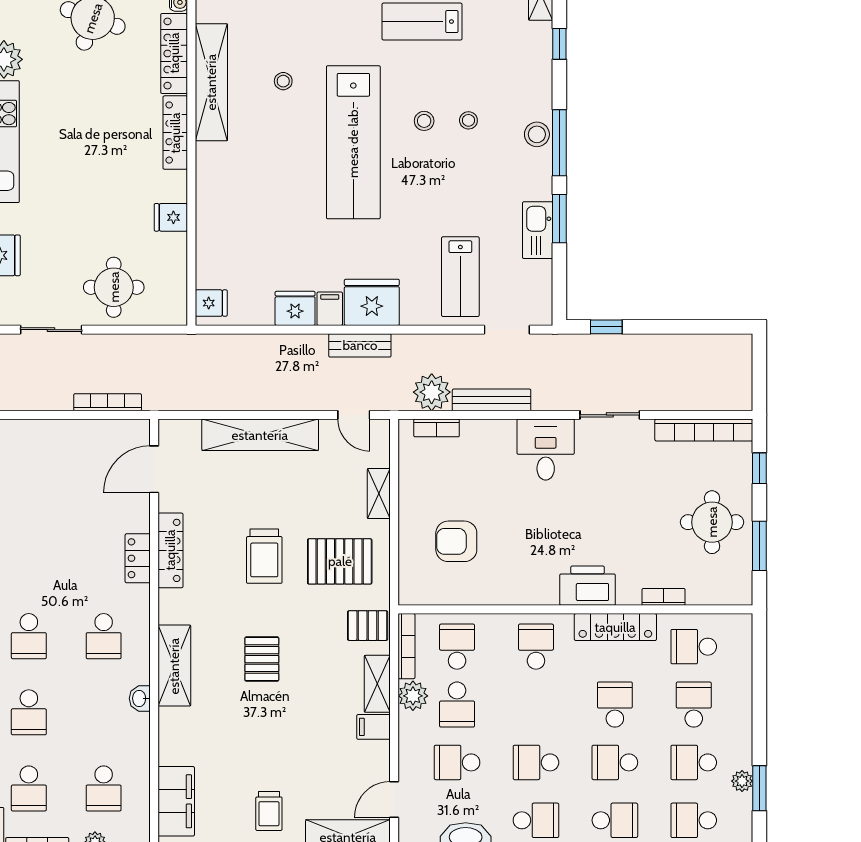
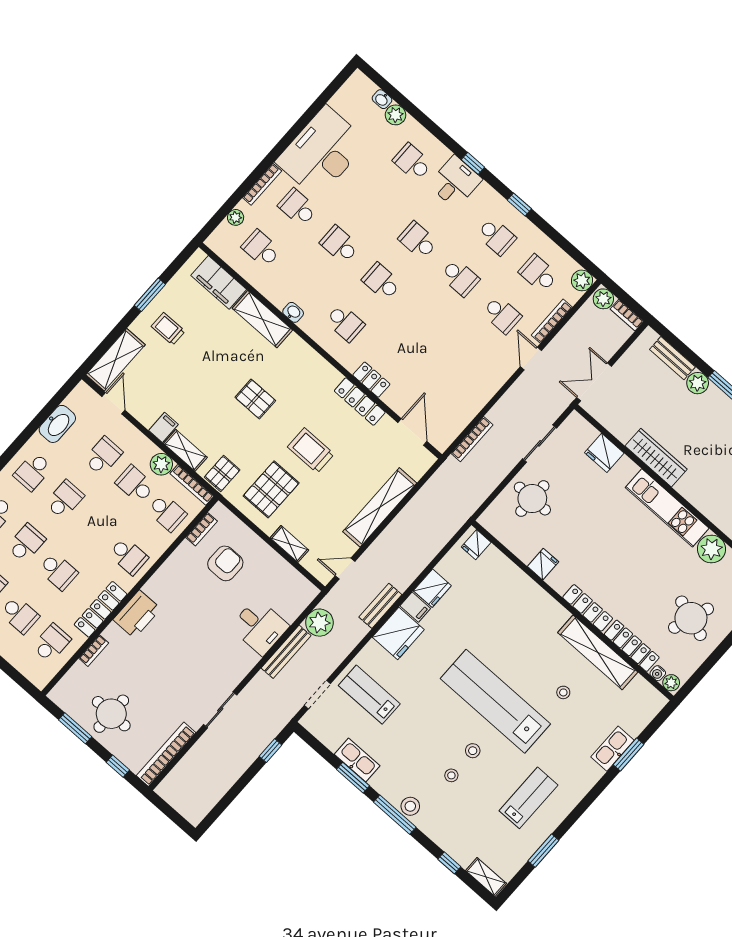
bookcase: (437, 428) -> (202, 529), moved, turned 180
desk: (546, 450) -> (260, 627), moved
school desk: (104, 636) -> (345, 323), turned 180
shelving: (174, 666) -> (262, 319), moved

